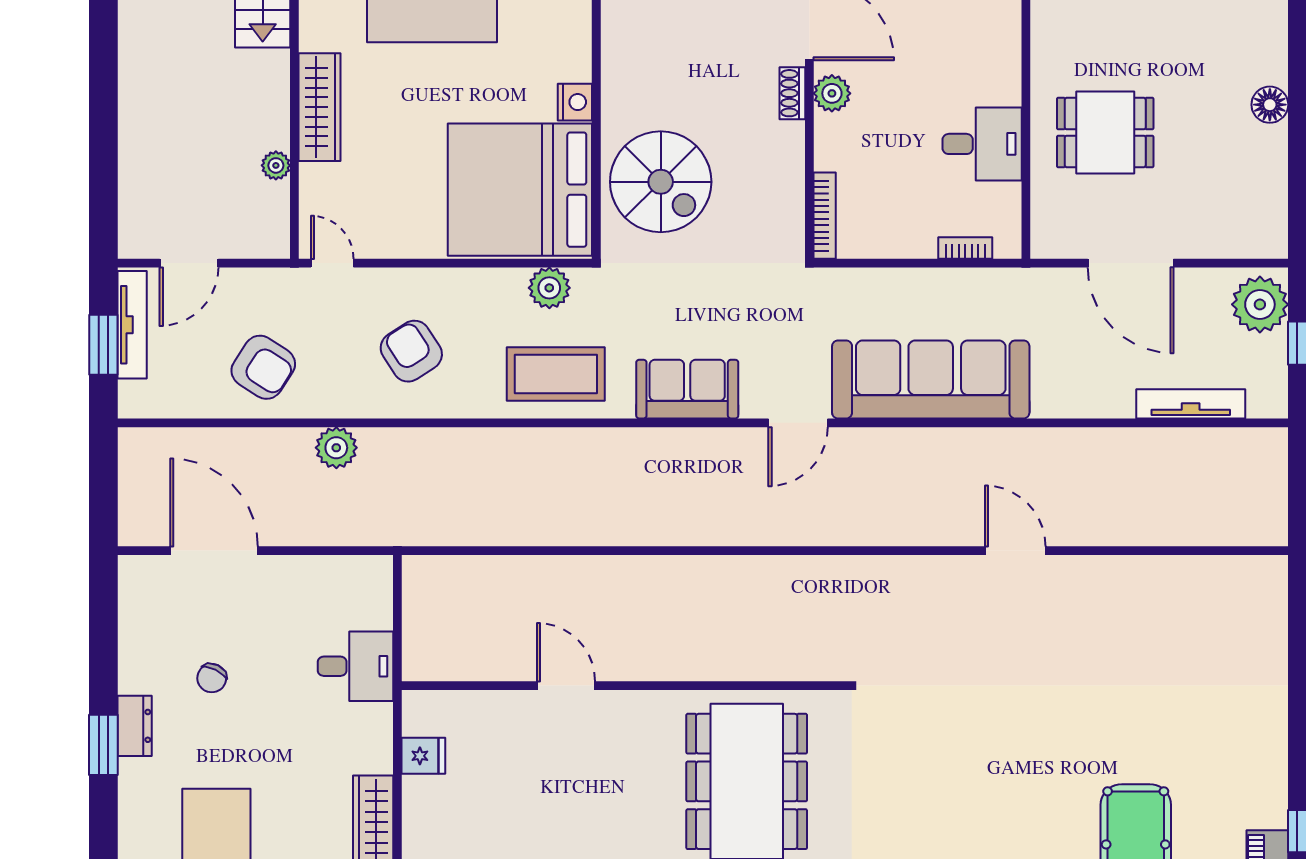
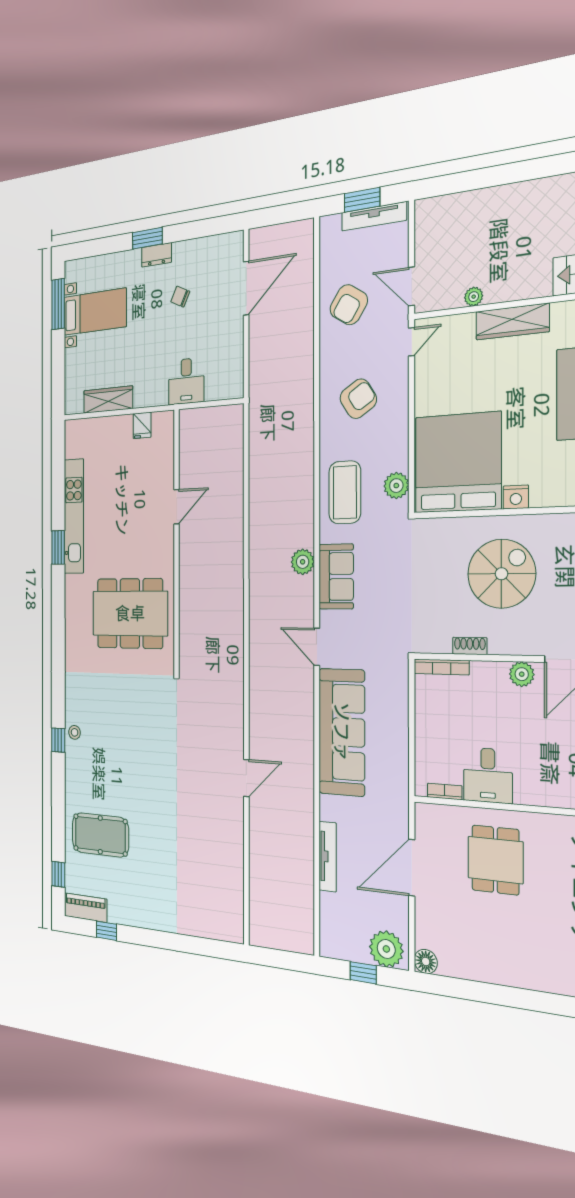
shoe rack: (792, 93) -> (470, 646), moved
floor lamp: (1270, 105) -> (426, 961), moved
spiral stairs: (661, 182) -> (501, 574), moved, turned 180
bookcase: (965, 248) -> (445, 791), moved, turned -90
door: (189, 263) -> (412, 286), moved
tv unit: (1191, 404) -> (328, 857), moved
plant: (336, 448) -> (303, 562), moved

